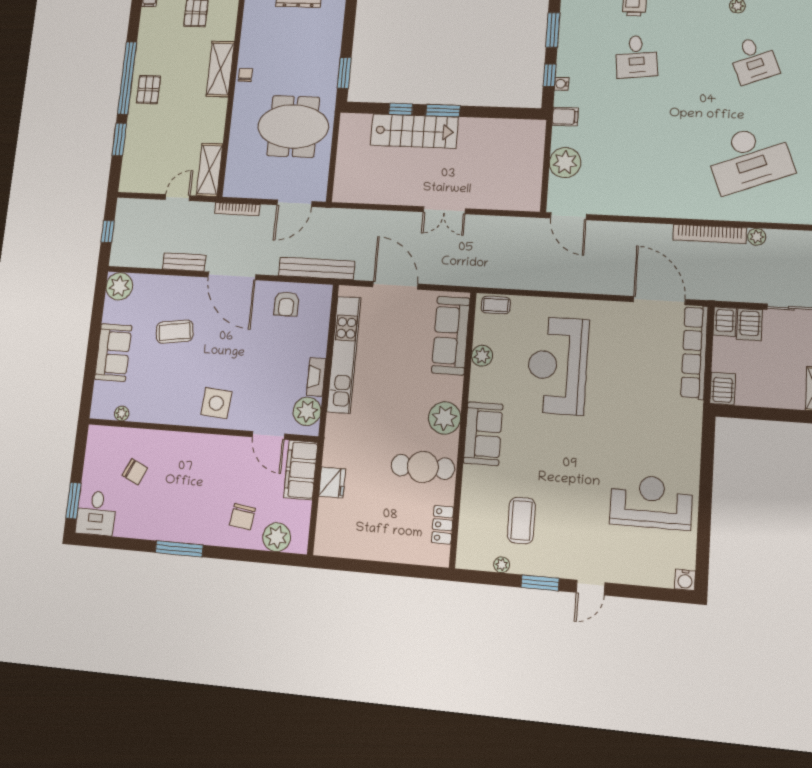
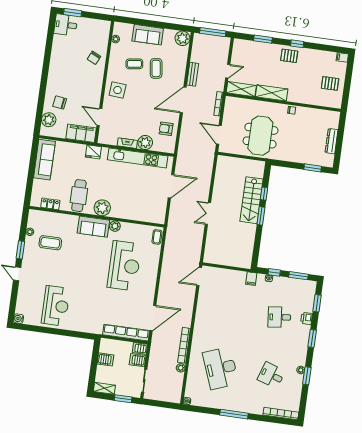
desk: (754, 60) -> (271, 375), turned 39
shelving: (220, 69) -> (272, 93), moved
window: (344, 73) -> (313, 168), moved
window: (127, 78) -> (297, 44), width x0.32
plant: (565, 163) -> (227, 277), removed
door: (177, 198) -> (228, 71), hinge flipped
window: (108, 232) -> (213, 32), width x2.17
bench: (317, 268) -> (183, 145), removed
sofa: (451, 335) -> (44, 160), moved, turned 90
plant: (482, 356) -> (115, 226), moved
reception desk: (557, 366) -> (124, 266), turned 90
coffee table: (167, 374) -> (134, 64), added
server rack: (723, 389) -> (105, 359), moved
plant: (307, 411) -> (145, 142), moved
door: (268, 435) -> (99, 117), hinge flipped
chair: (135, 472) -> (94, 58), moved
fridge: (332, 483) -> (93, 152), moved
window: (179, 549) -> (46, 69), removed

